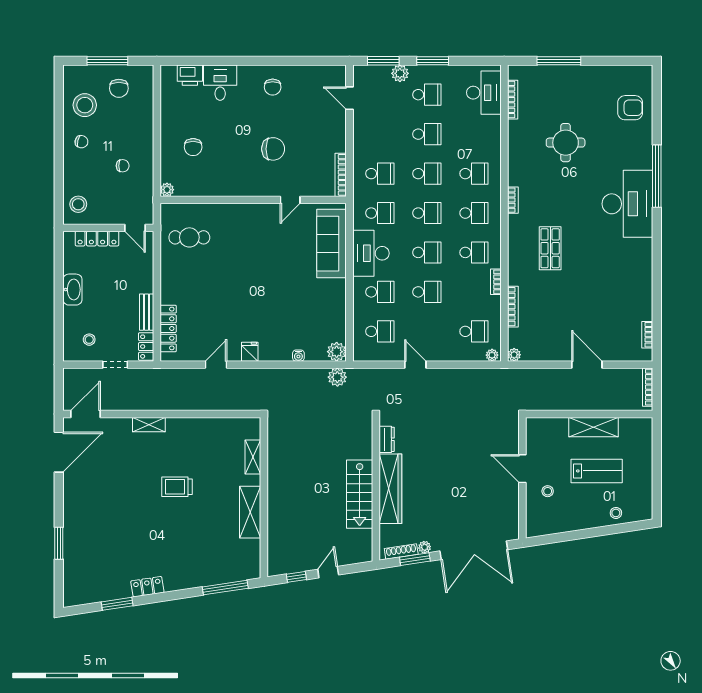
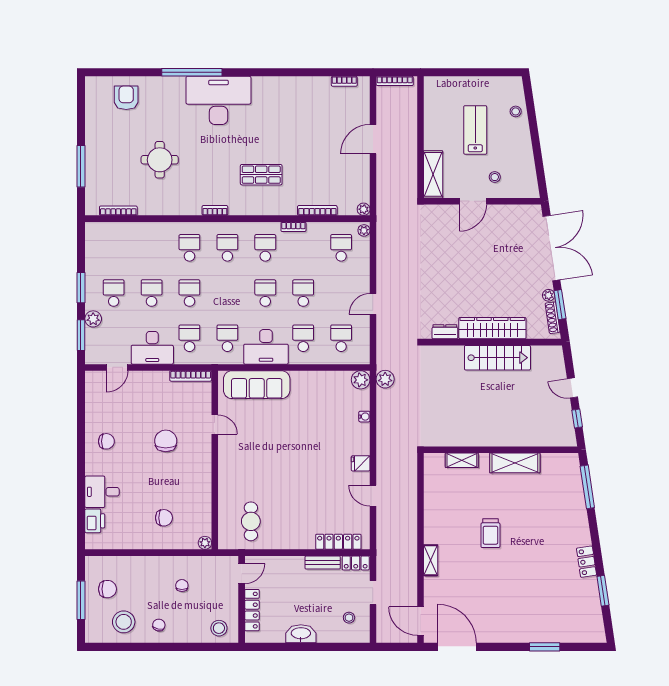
desk: (484, 93) -> (152, 348), moved, turned 180
school desk: (427, 213) -> (227, 293), removed
shelving: (593, 427) -> (433, 174), moved

